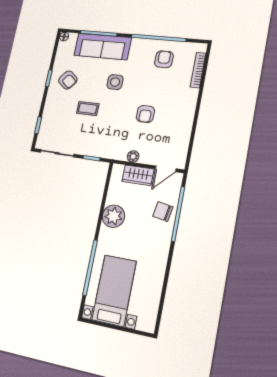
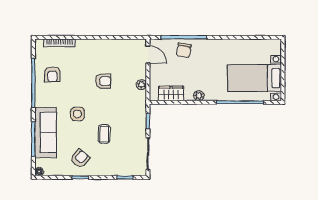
armchair: (164, 59) -> (52, 74), turned -90
wardrobe: (138, 175) -> (171, 93), moved, turned -90
plant: (113, 216) -> (199, 96), width x0.53, depth x0.53

